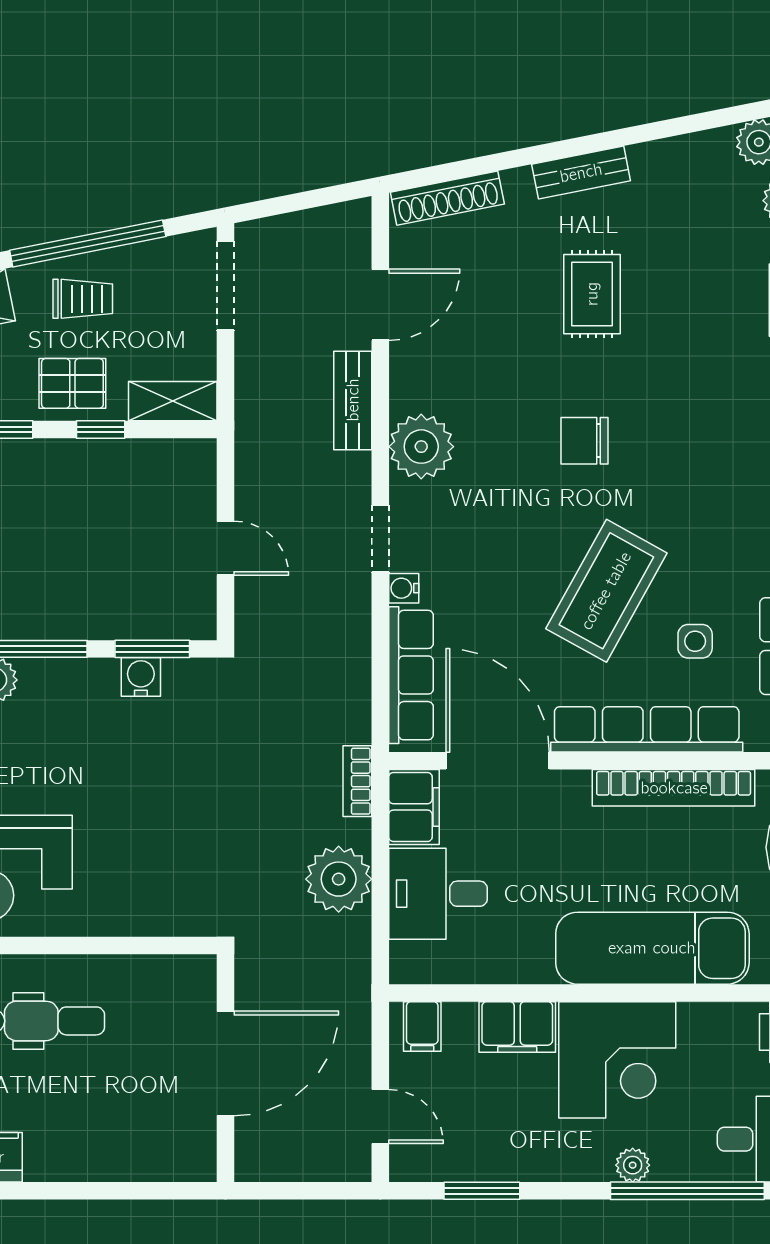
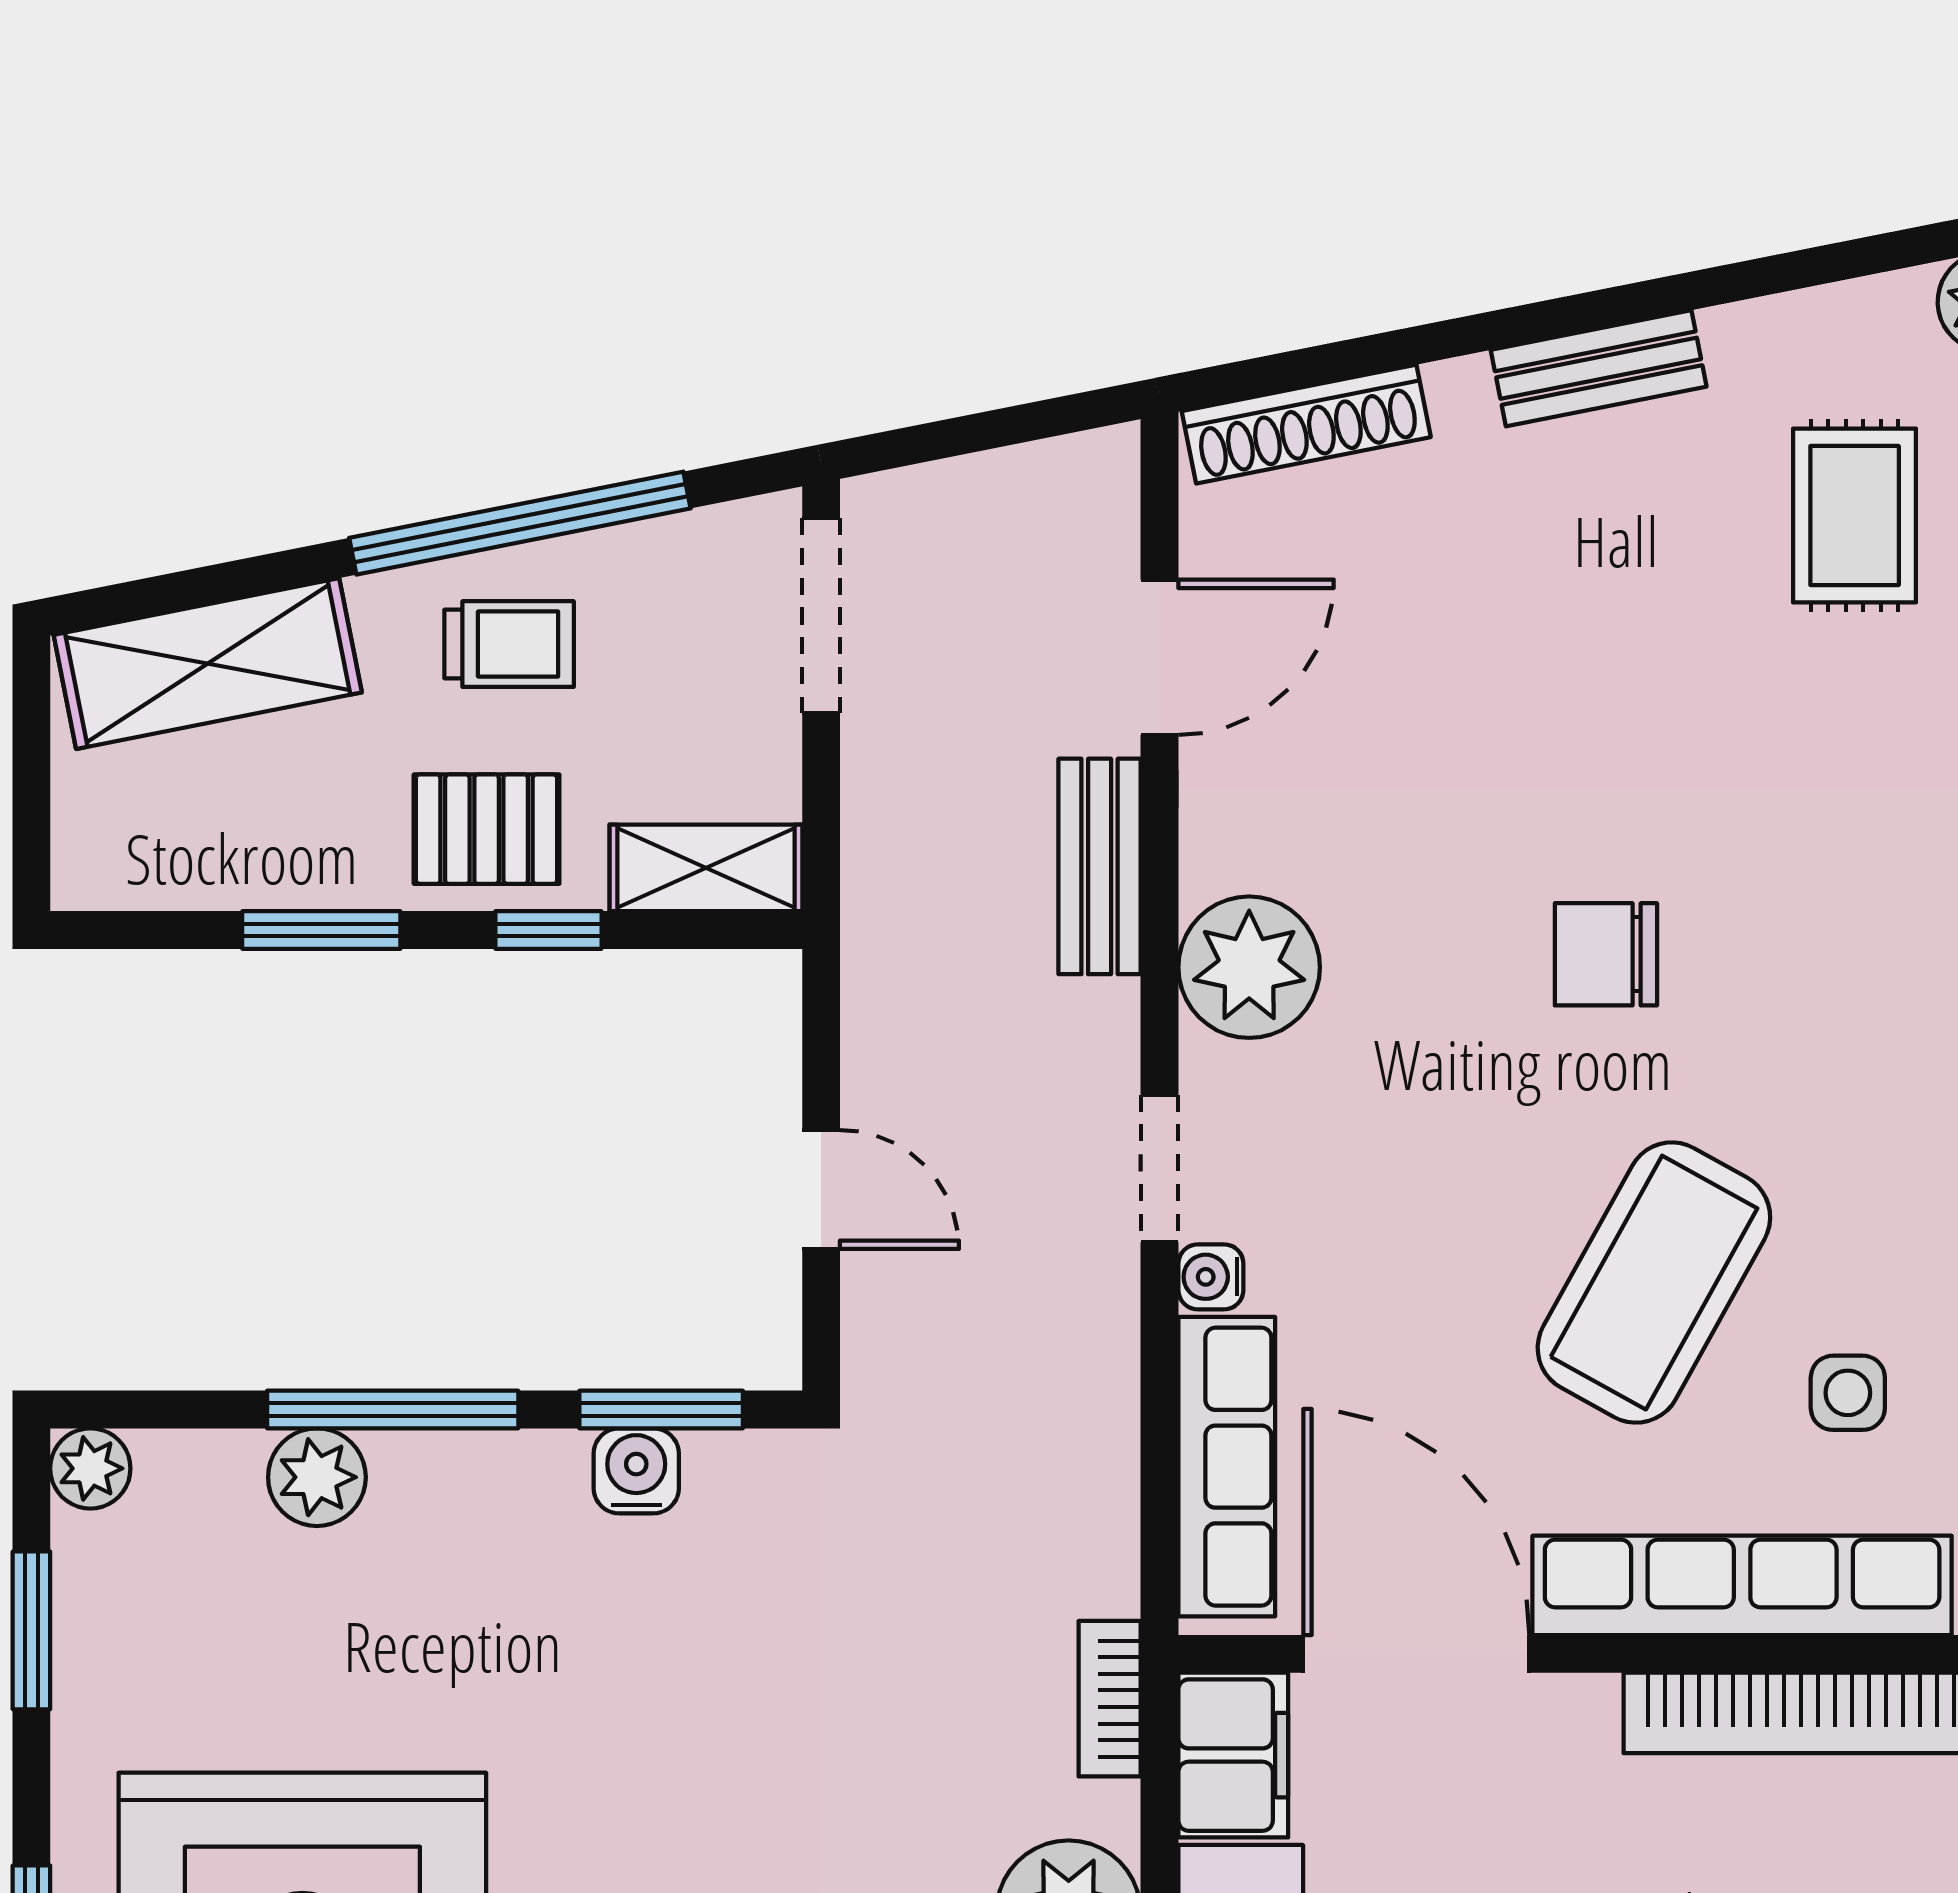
rug: (592, 294) -> (1855, 515), moved

